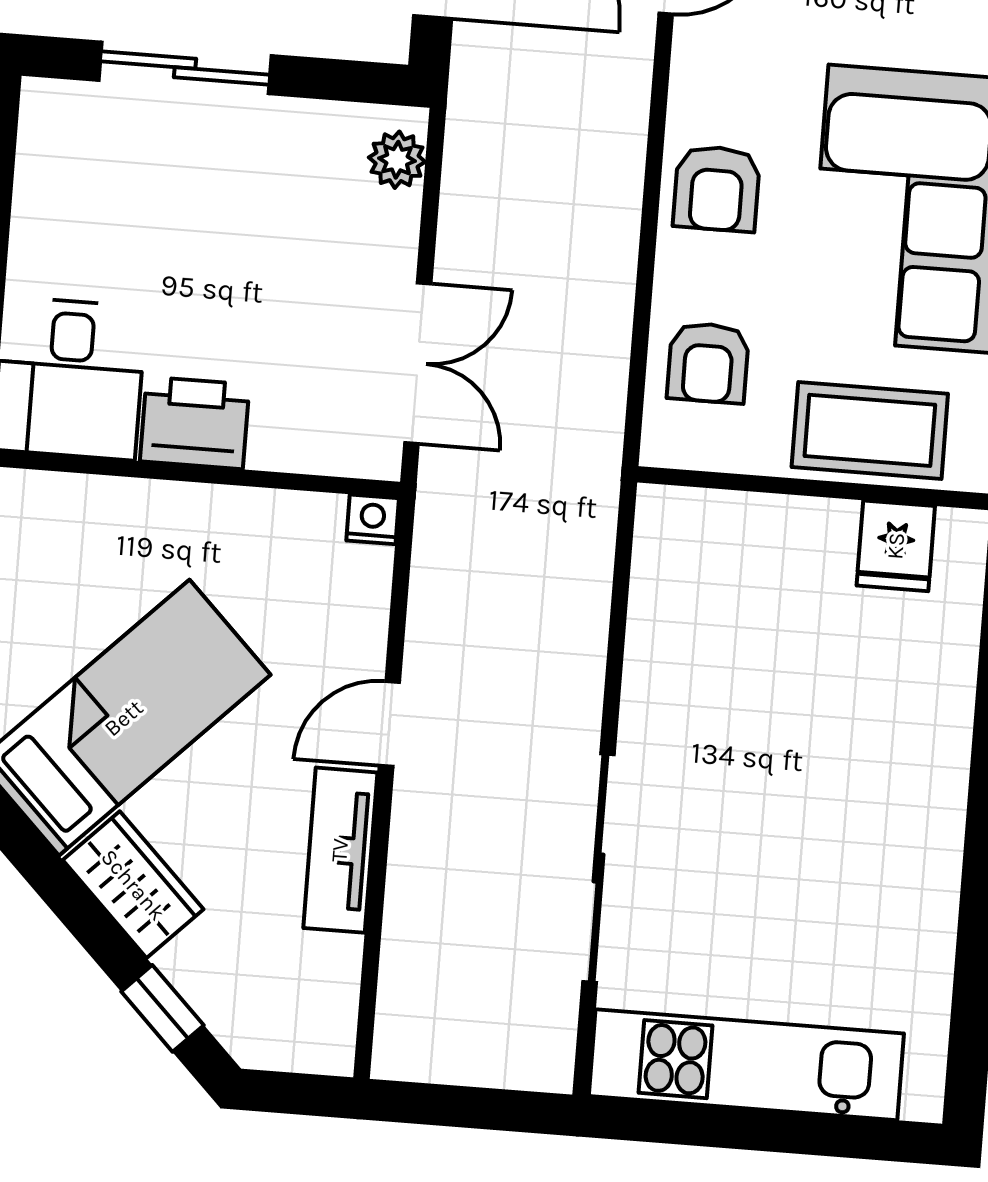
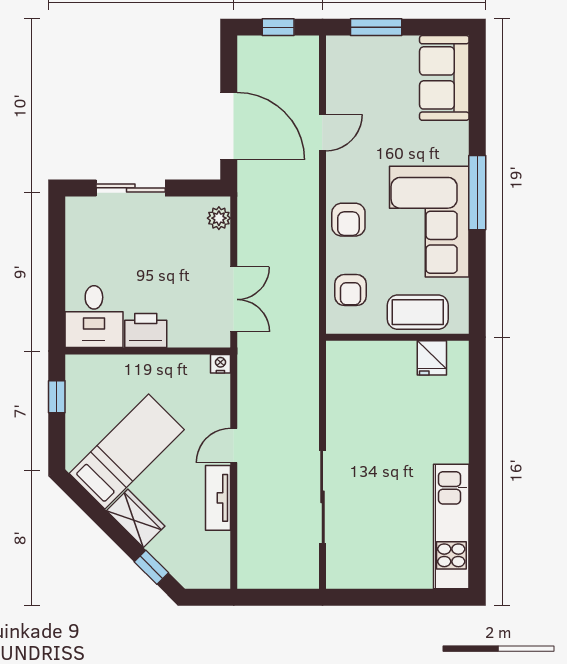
kitchen unit: (746, 1065) -> (451, 527), moved, turned -90

